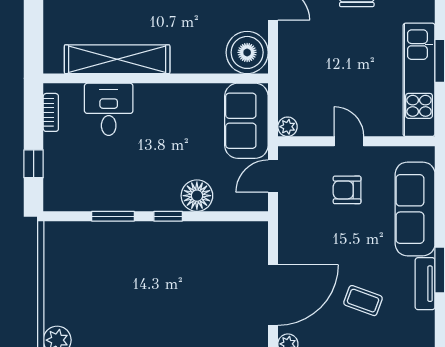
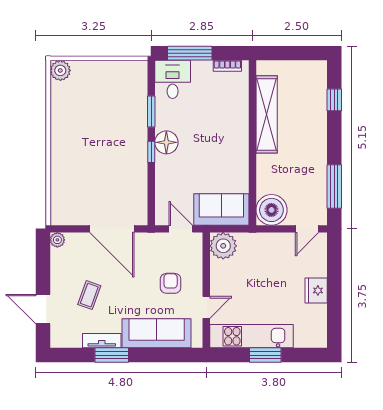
desk: (109, 109) -> (173, 79), moved, turned -90
plant: (288, 127) -> (223, 246), width x1.87, depth x1.87
door: (349, 141) -> (206, 307), moved
window: (34, 164) -> (190, 53), width x2.17
floor lamp: (197, 196) -> (166, 142), moved
door: (273, 295) -> (112, 229), moved

